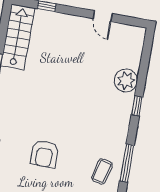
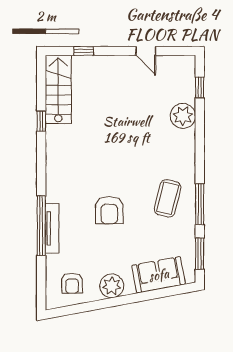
window: (137, 106) -> (200, 87), moved
coffee table: (102, 172) -> (168, 198), moved, width x1.36, depth x1.30

